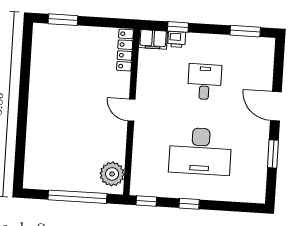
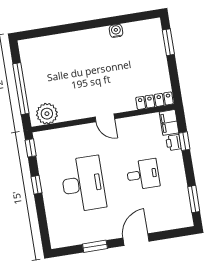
water cooler: (37, 75) -> (116, 31), added
door: (132, 110) -> (105, 118), swing flipped
desk: (200, 151) -> (83, 184), turned 180

